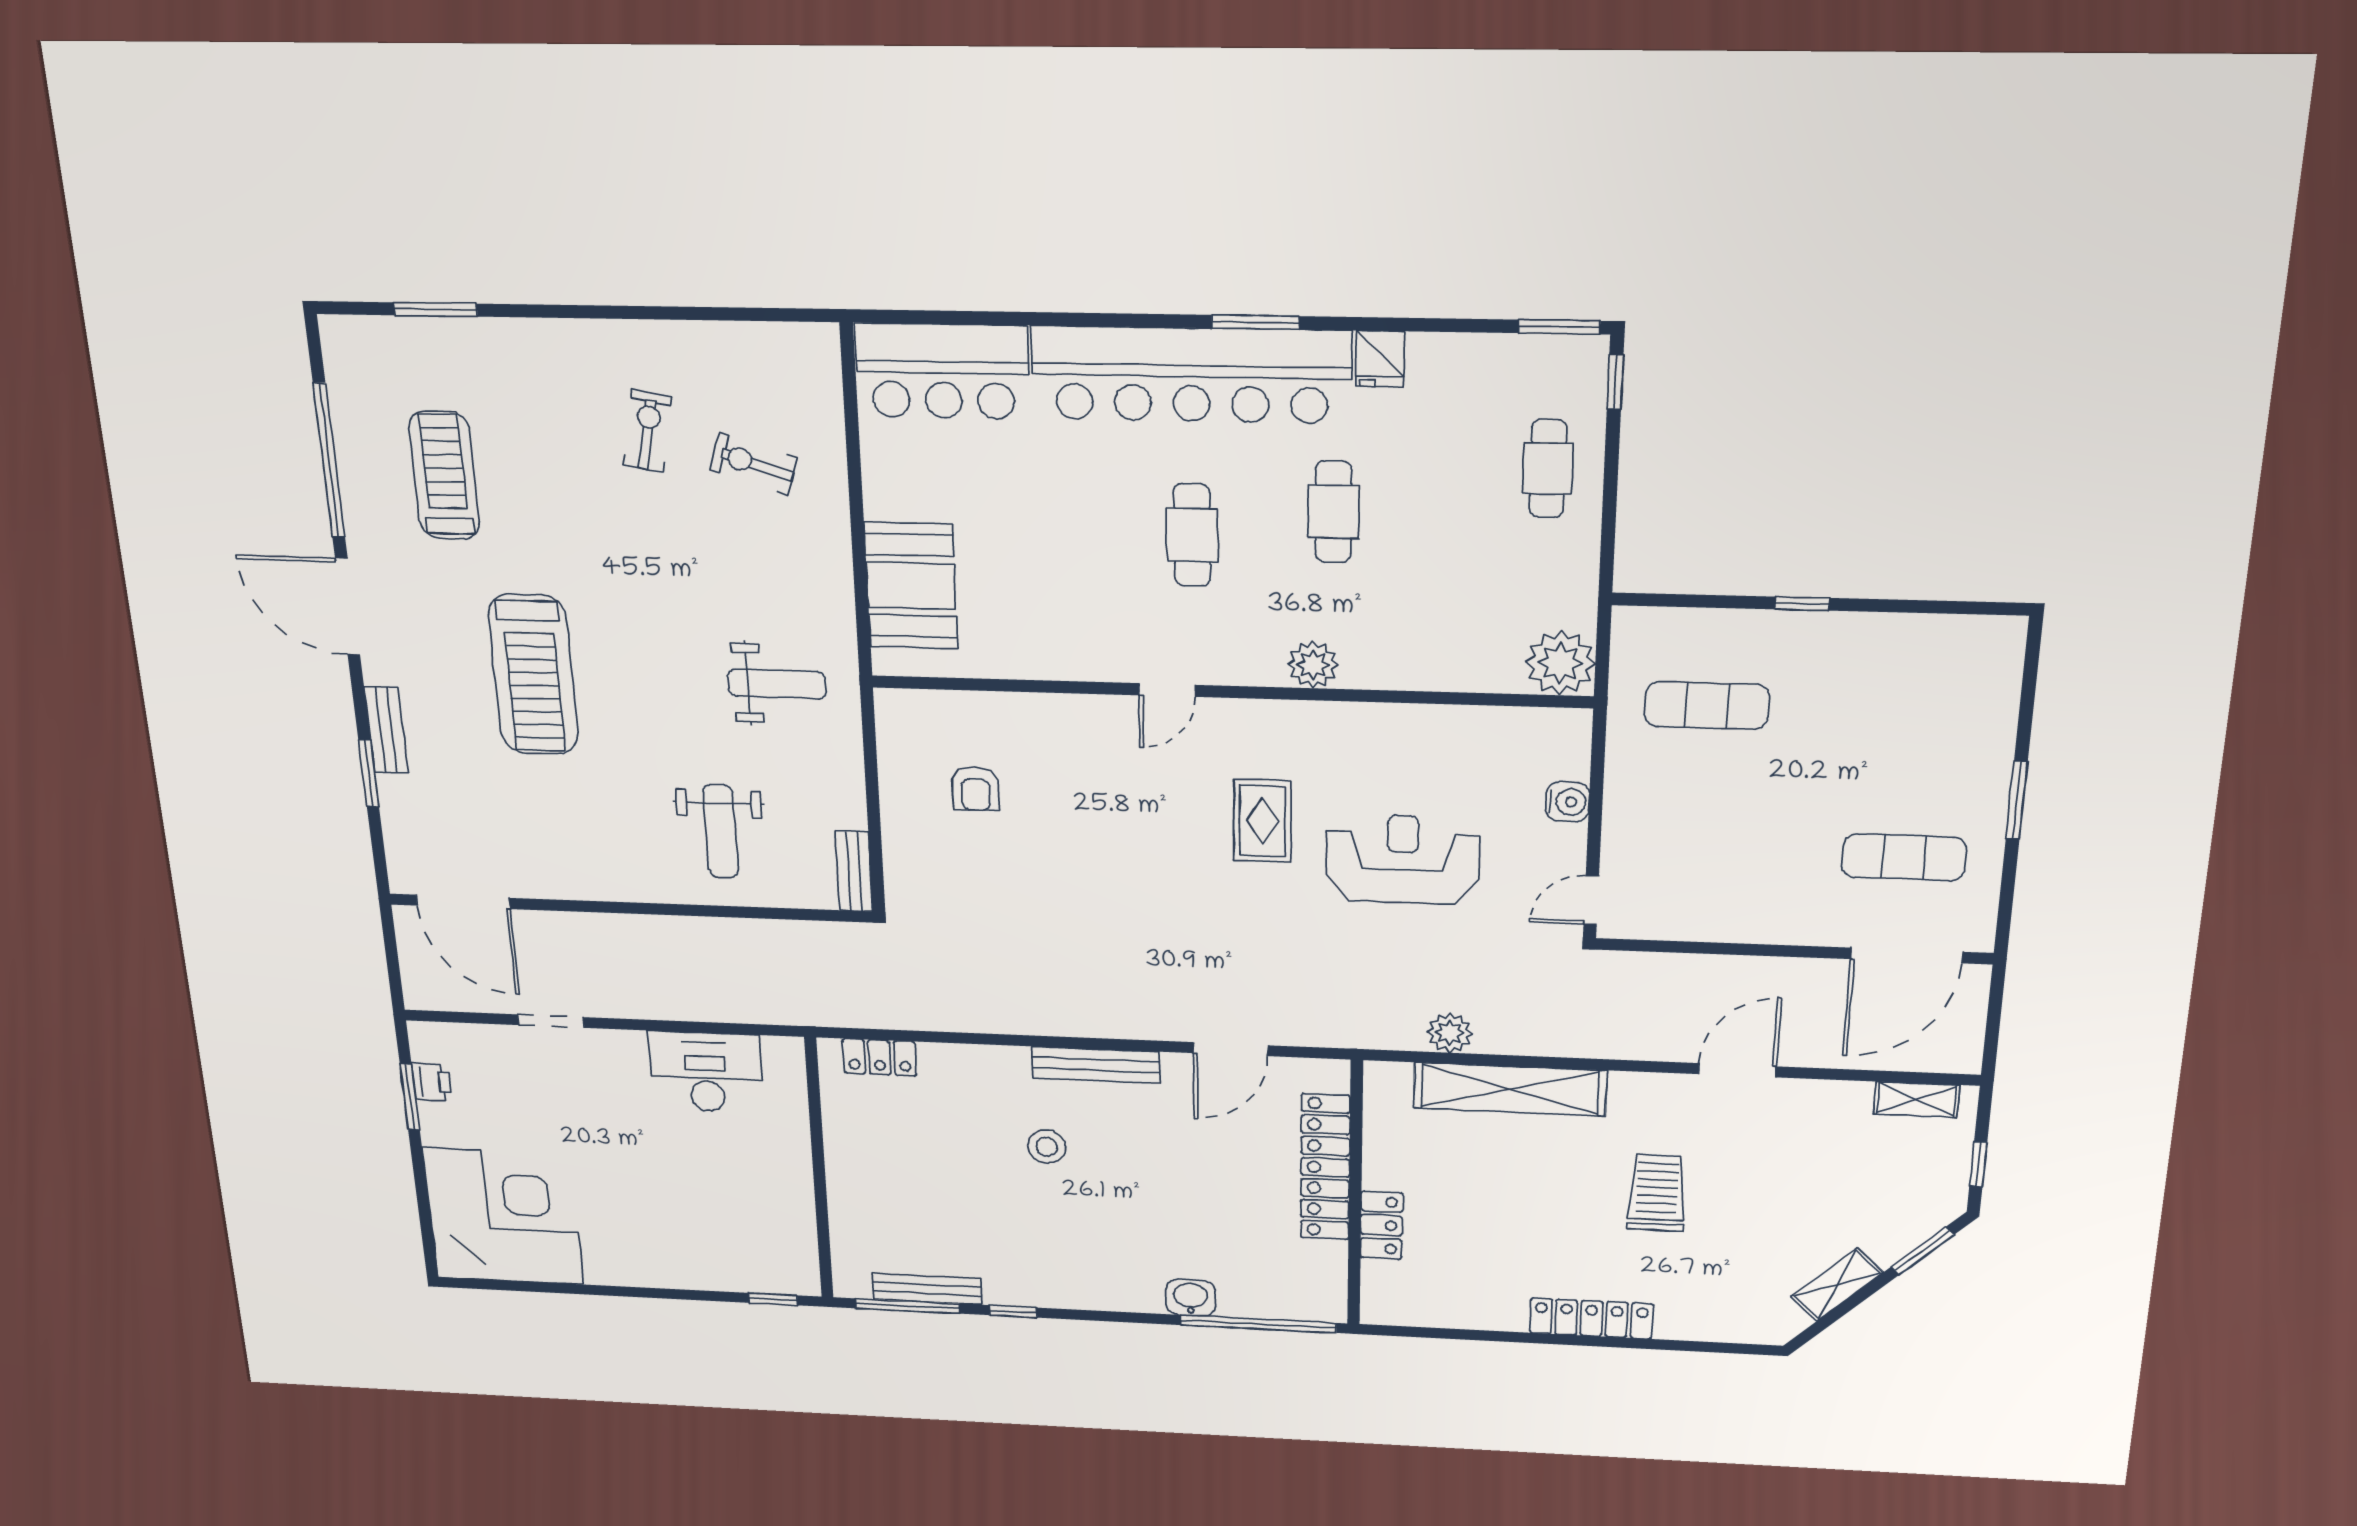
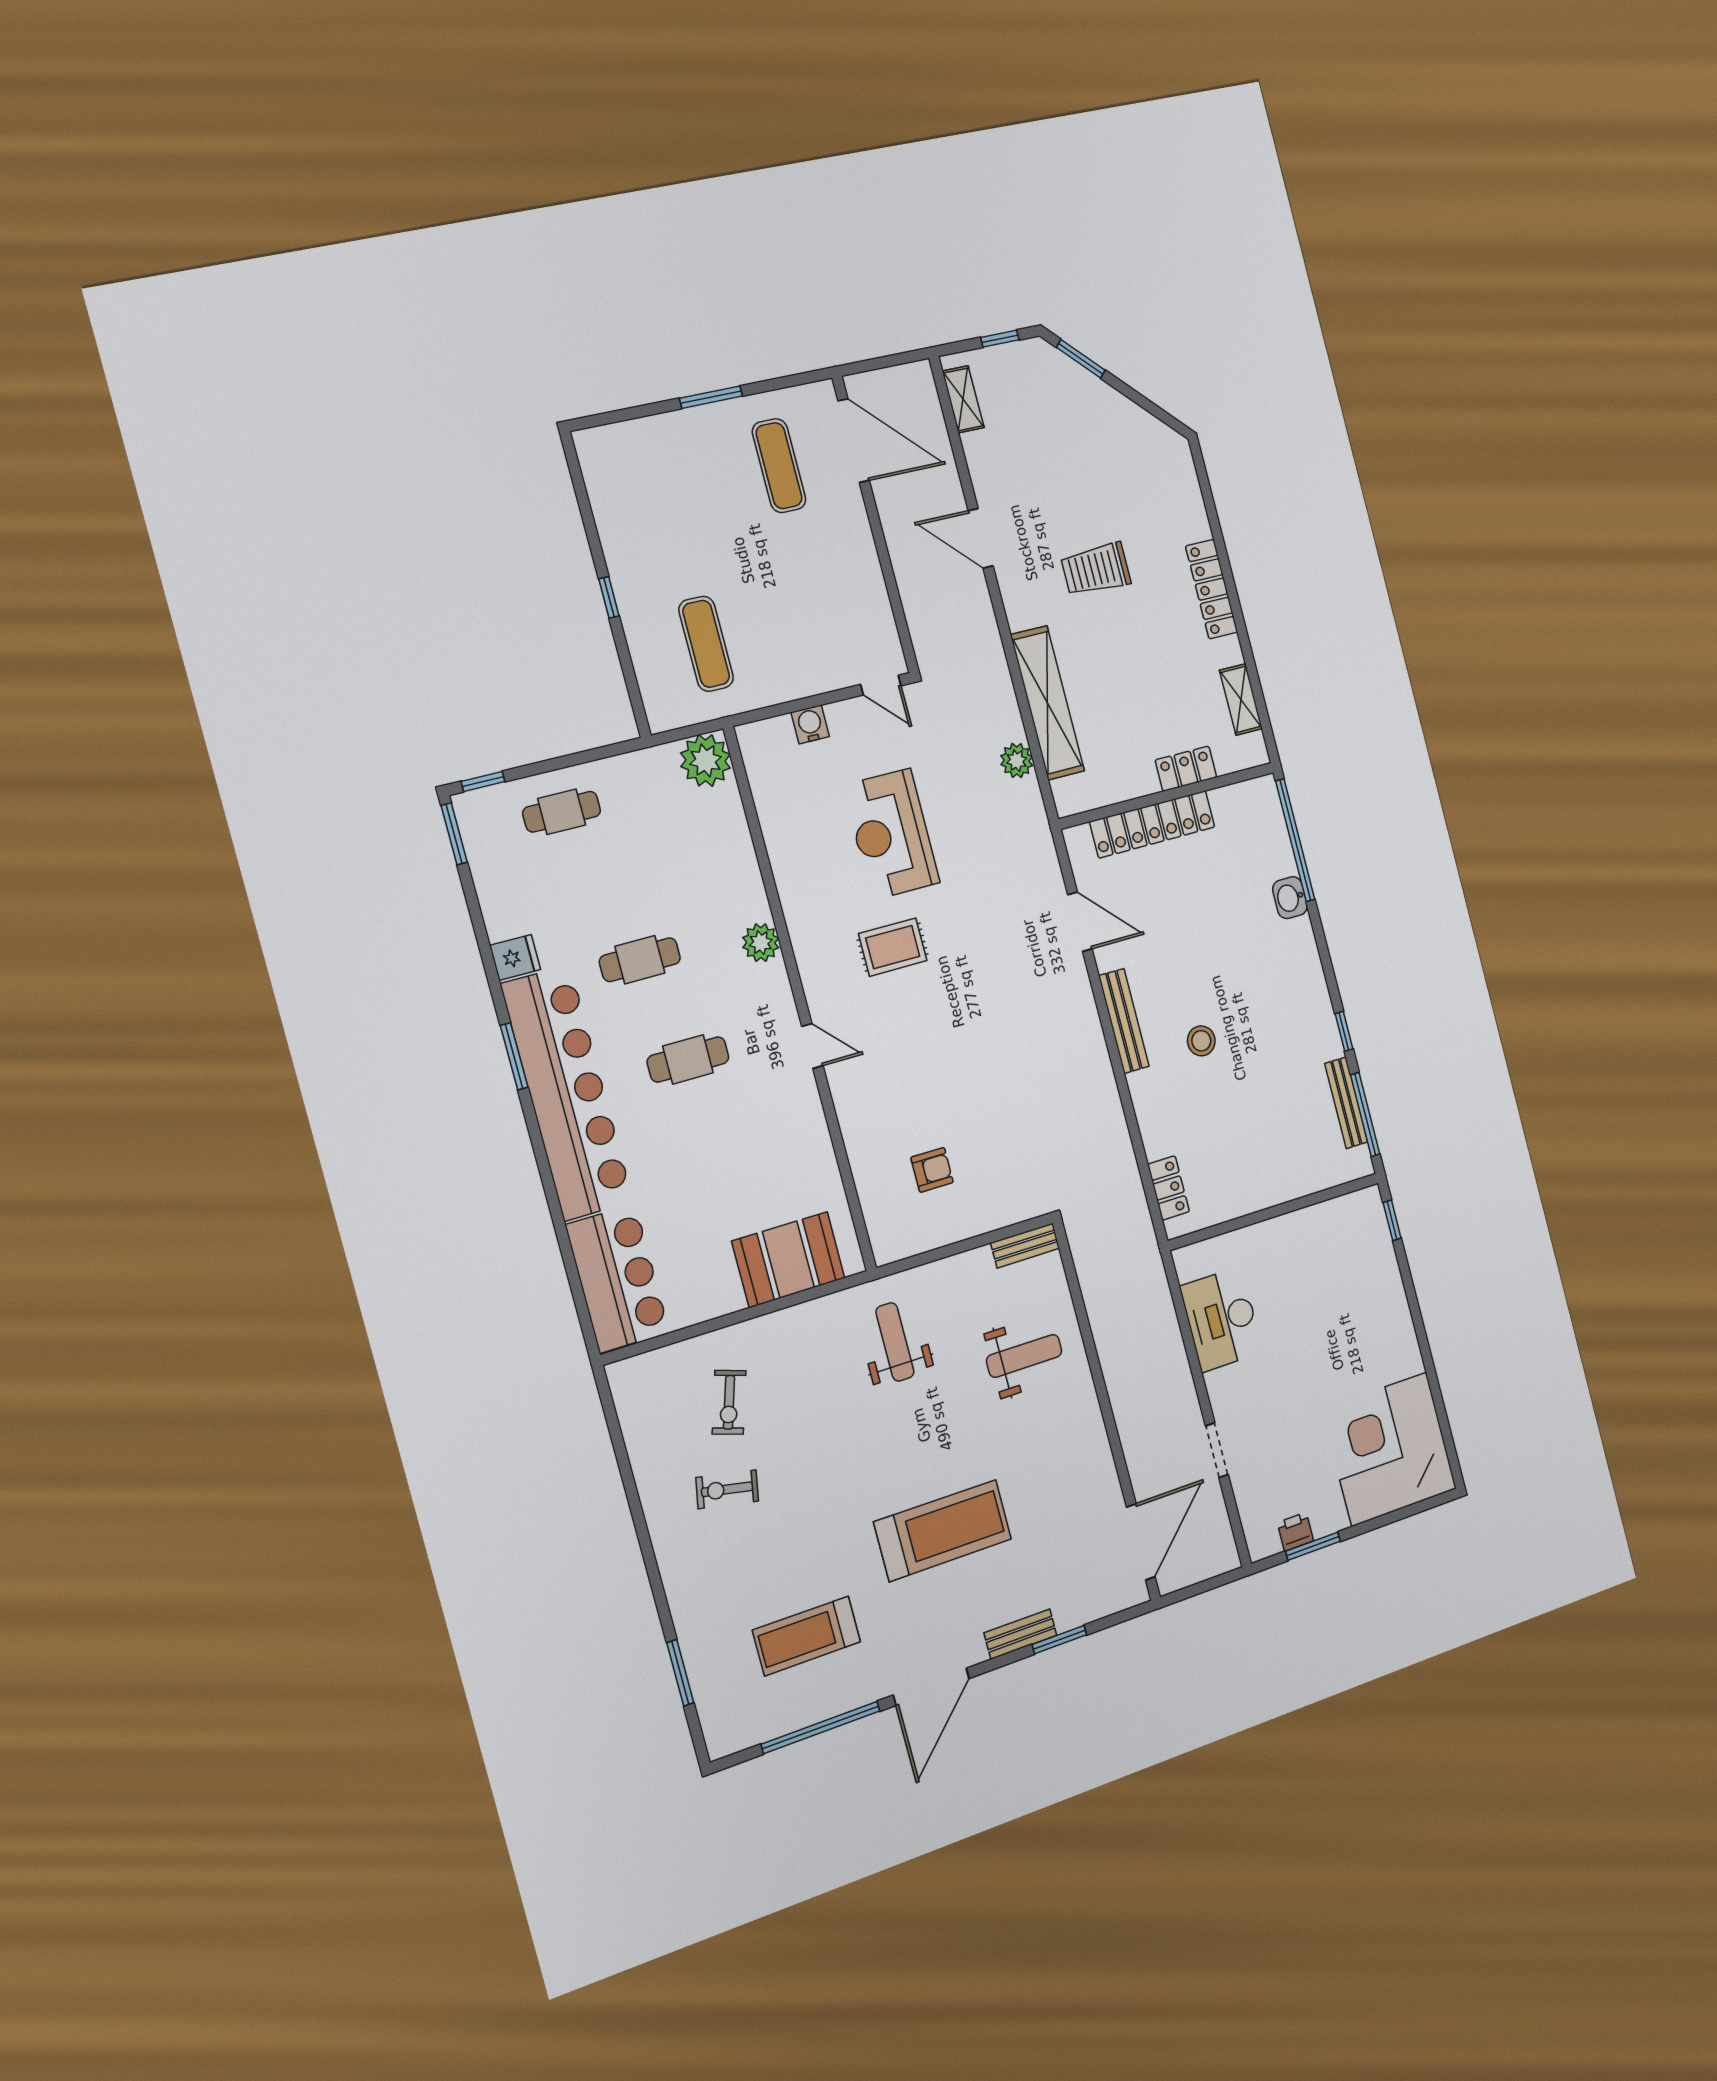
shelving: (1837, 1284) -> (1241, 699), moved, turned 45

